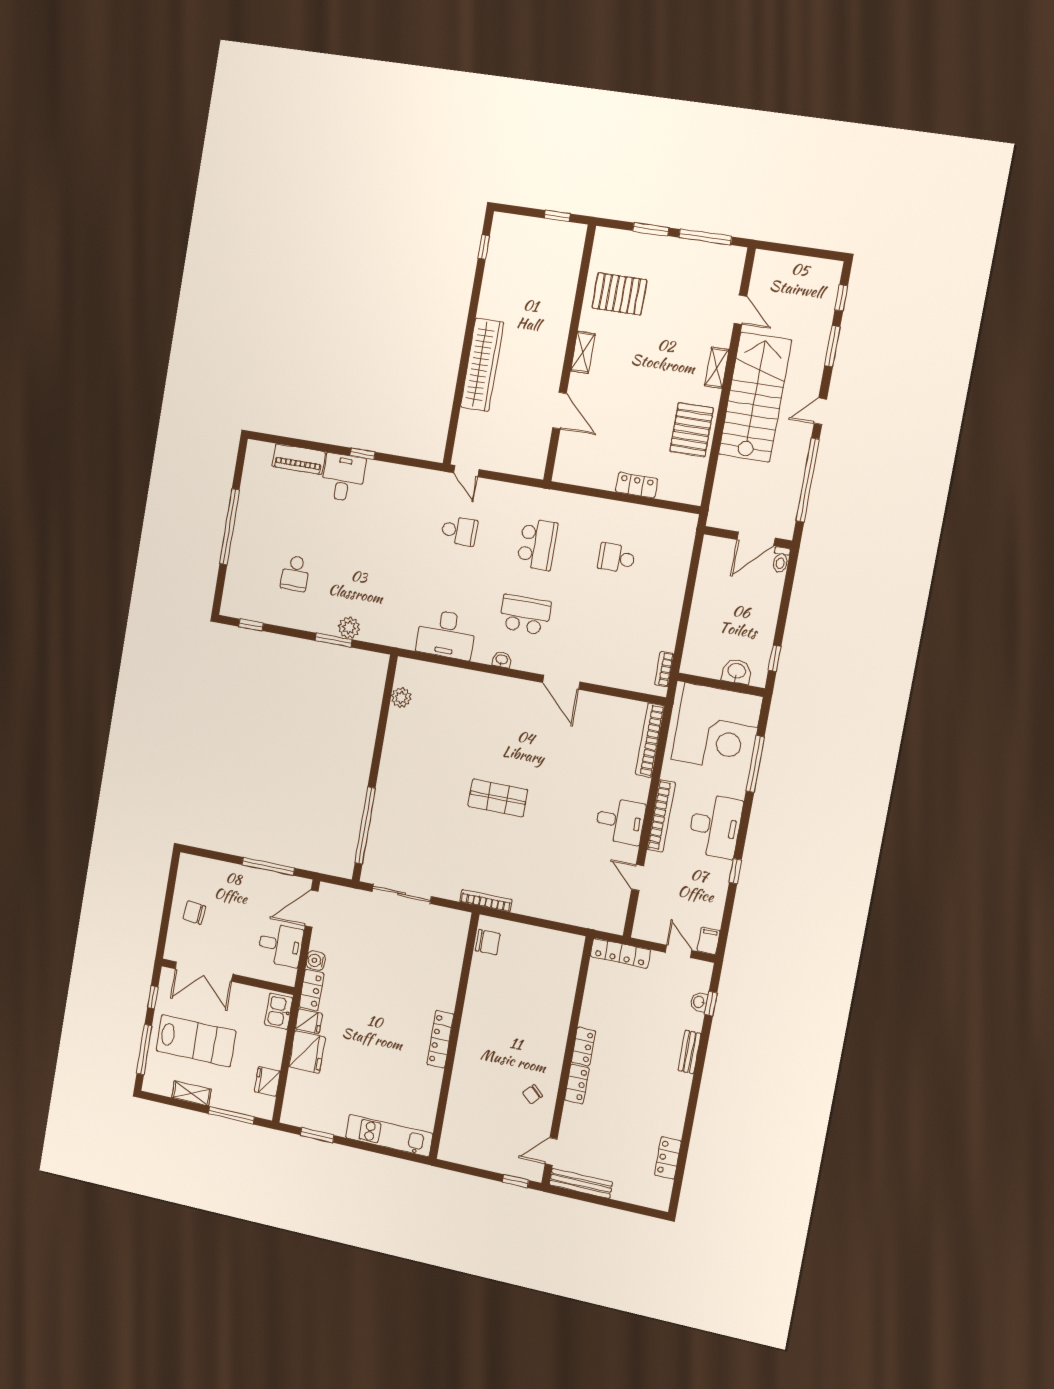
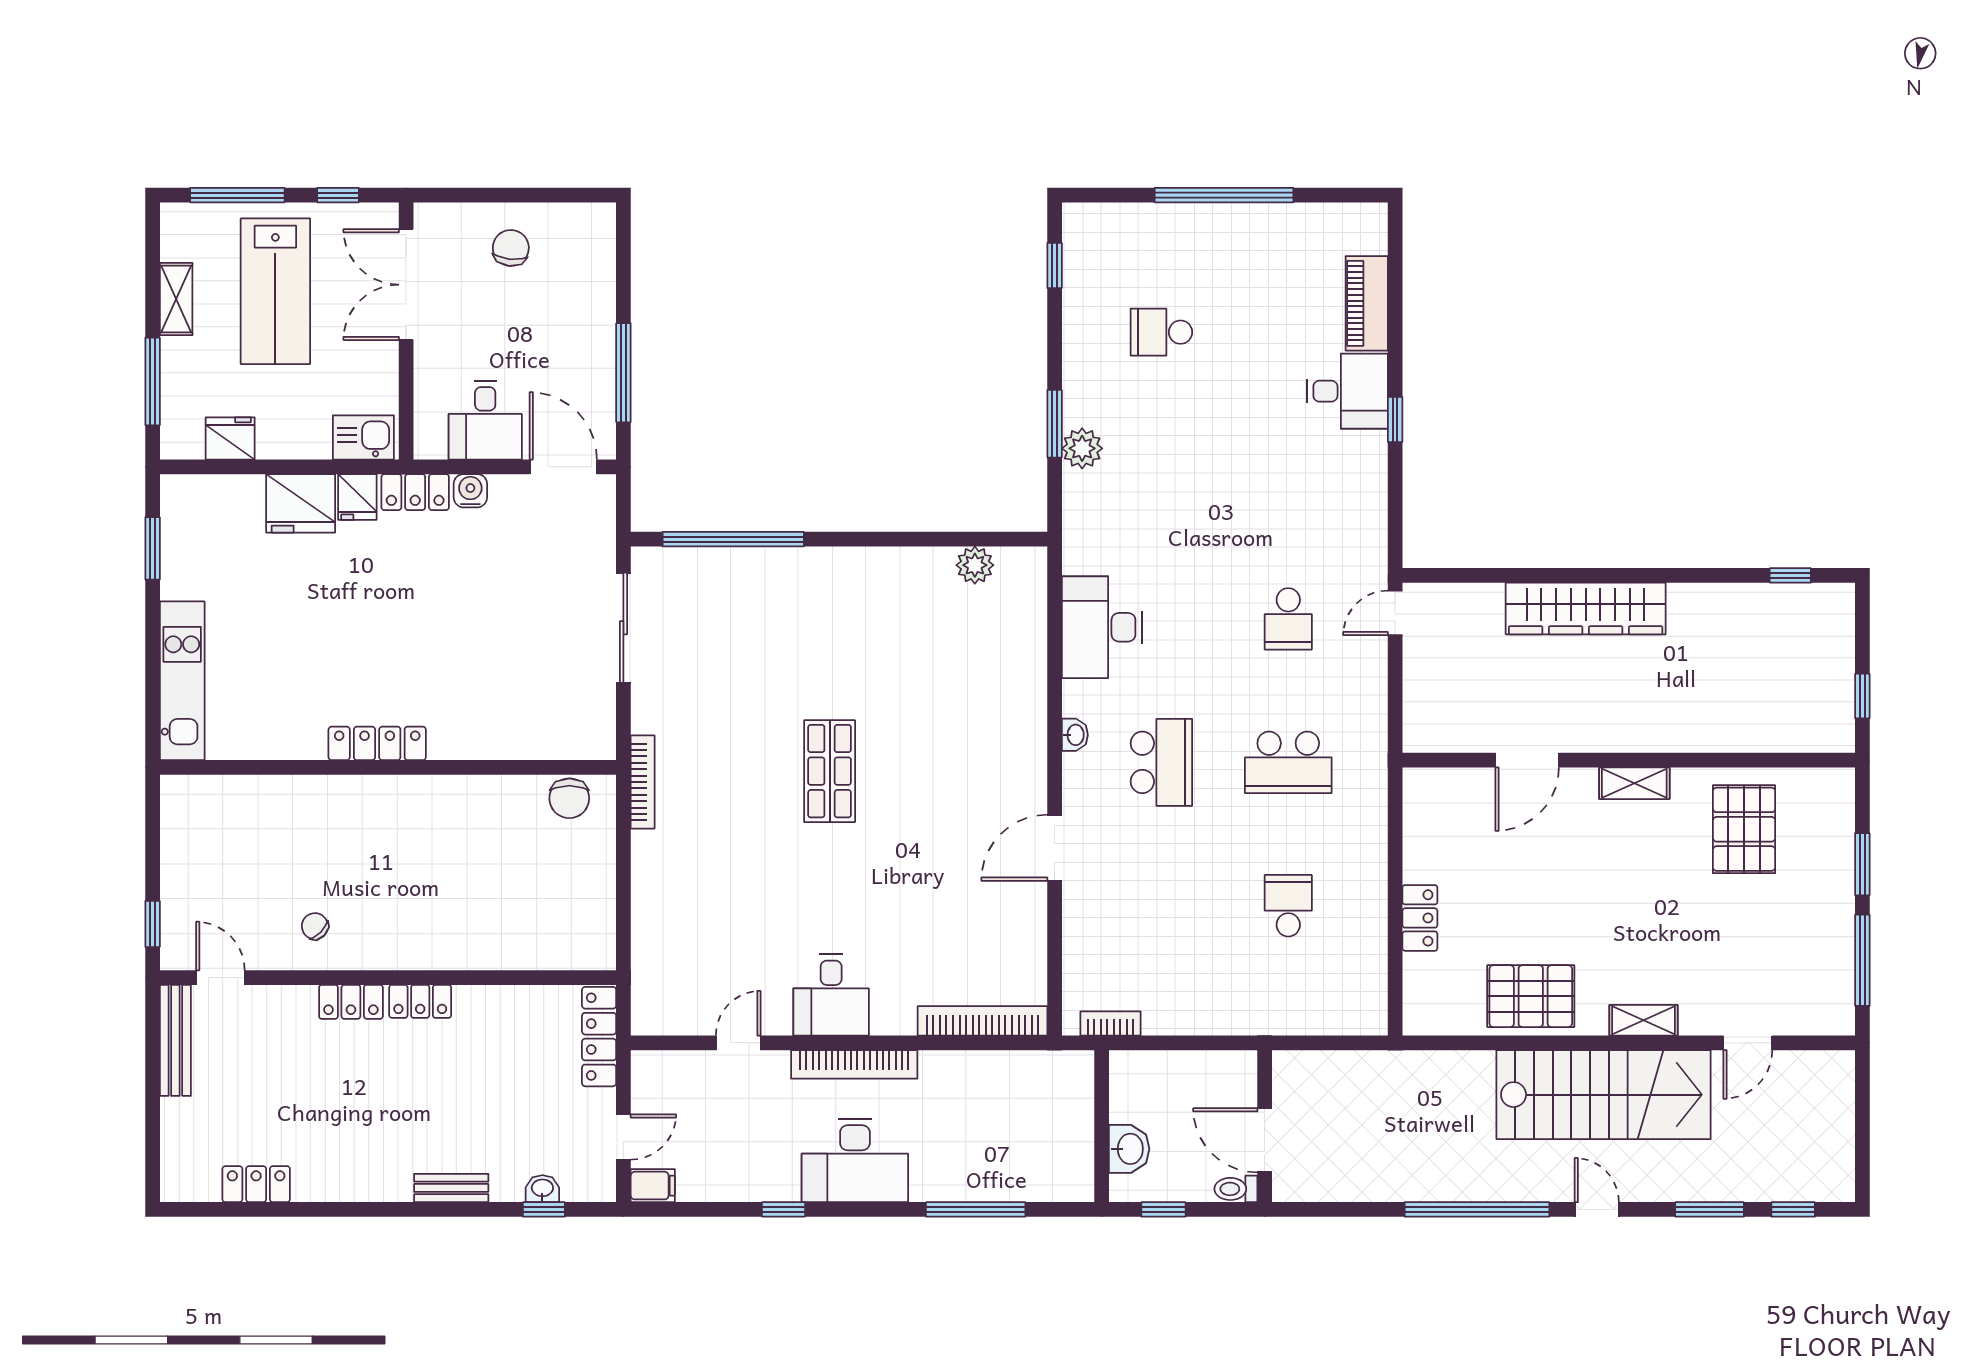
wall: (748, 537) -> (1265, 1126), moved
door: (756, 539) -> (1265, 1140), moved
toilet: (781, 560) -> (1236, 1189), moved
corner desk: (717, 728) -> (1025, 1133), removed

